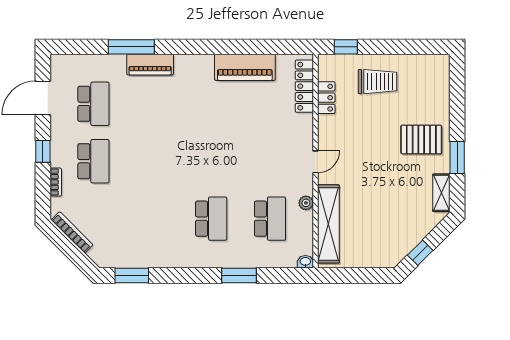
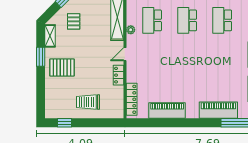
window: (346, 47) -> (65, 123), moved
piano: (150, 65) -> (218, 110), width x1.37, depth x1.33
locker: (326, 98) -> (119, 75), moved
pallet: (402, 217) -> (74, 21), added
school desk: (152, 219) -> (222, 20), added

